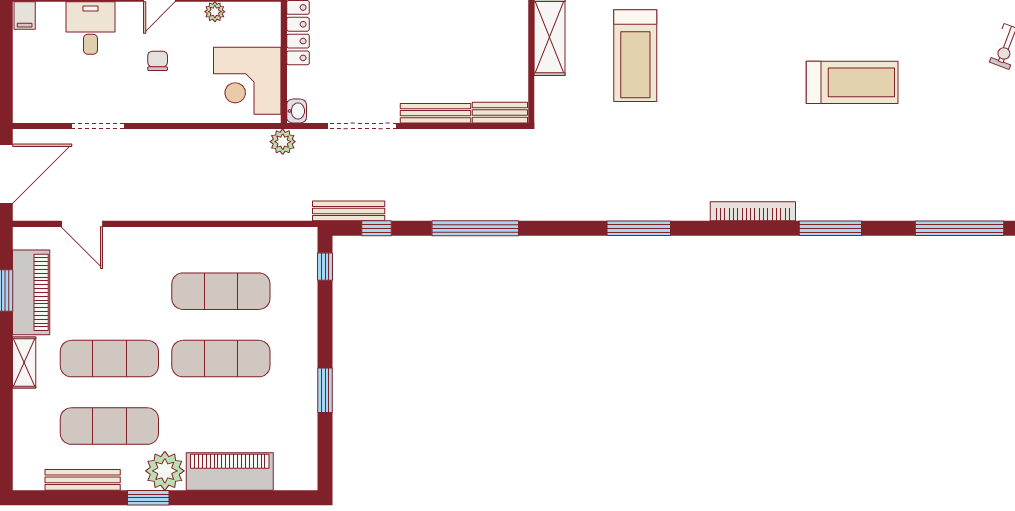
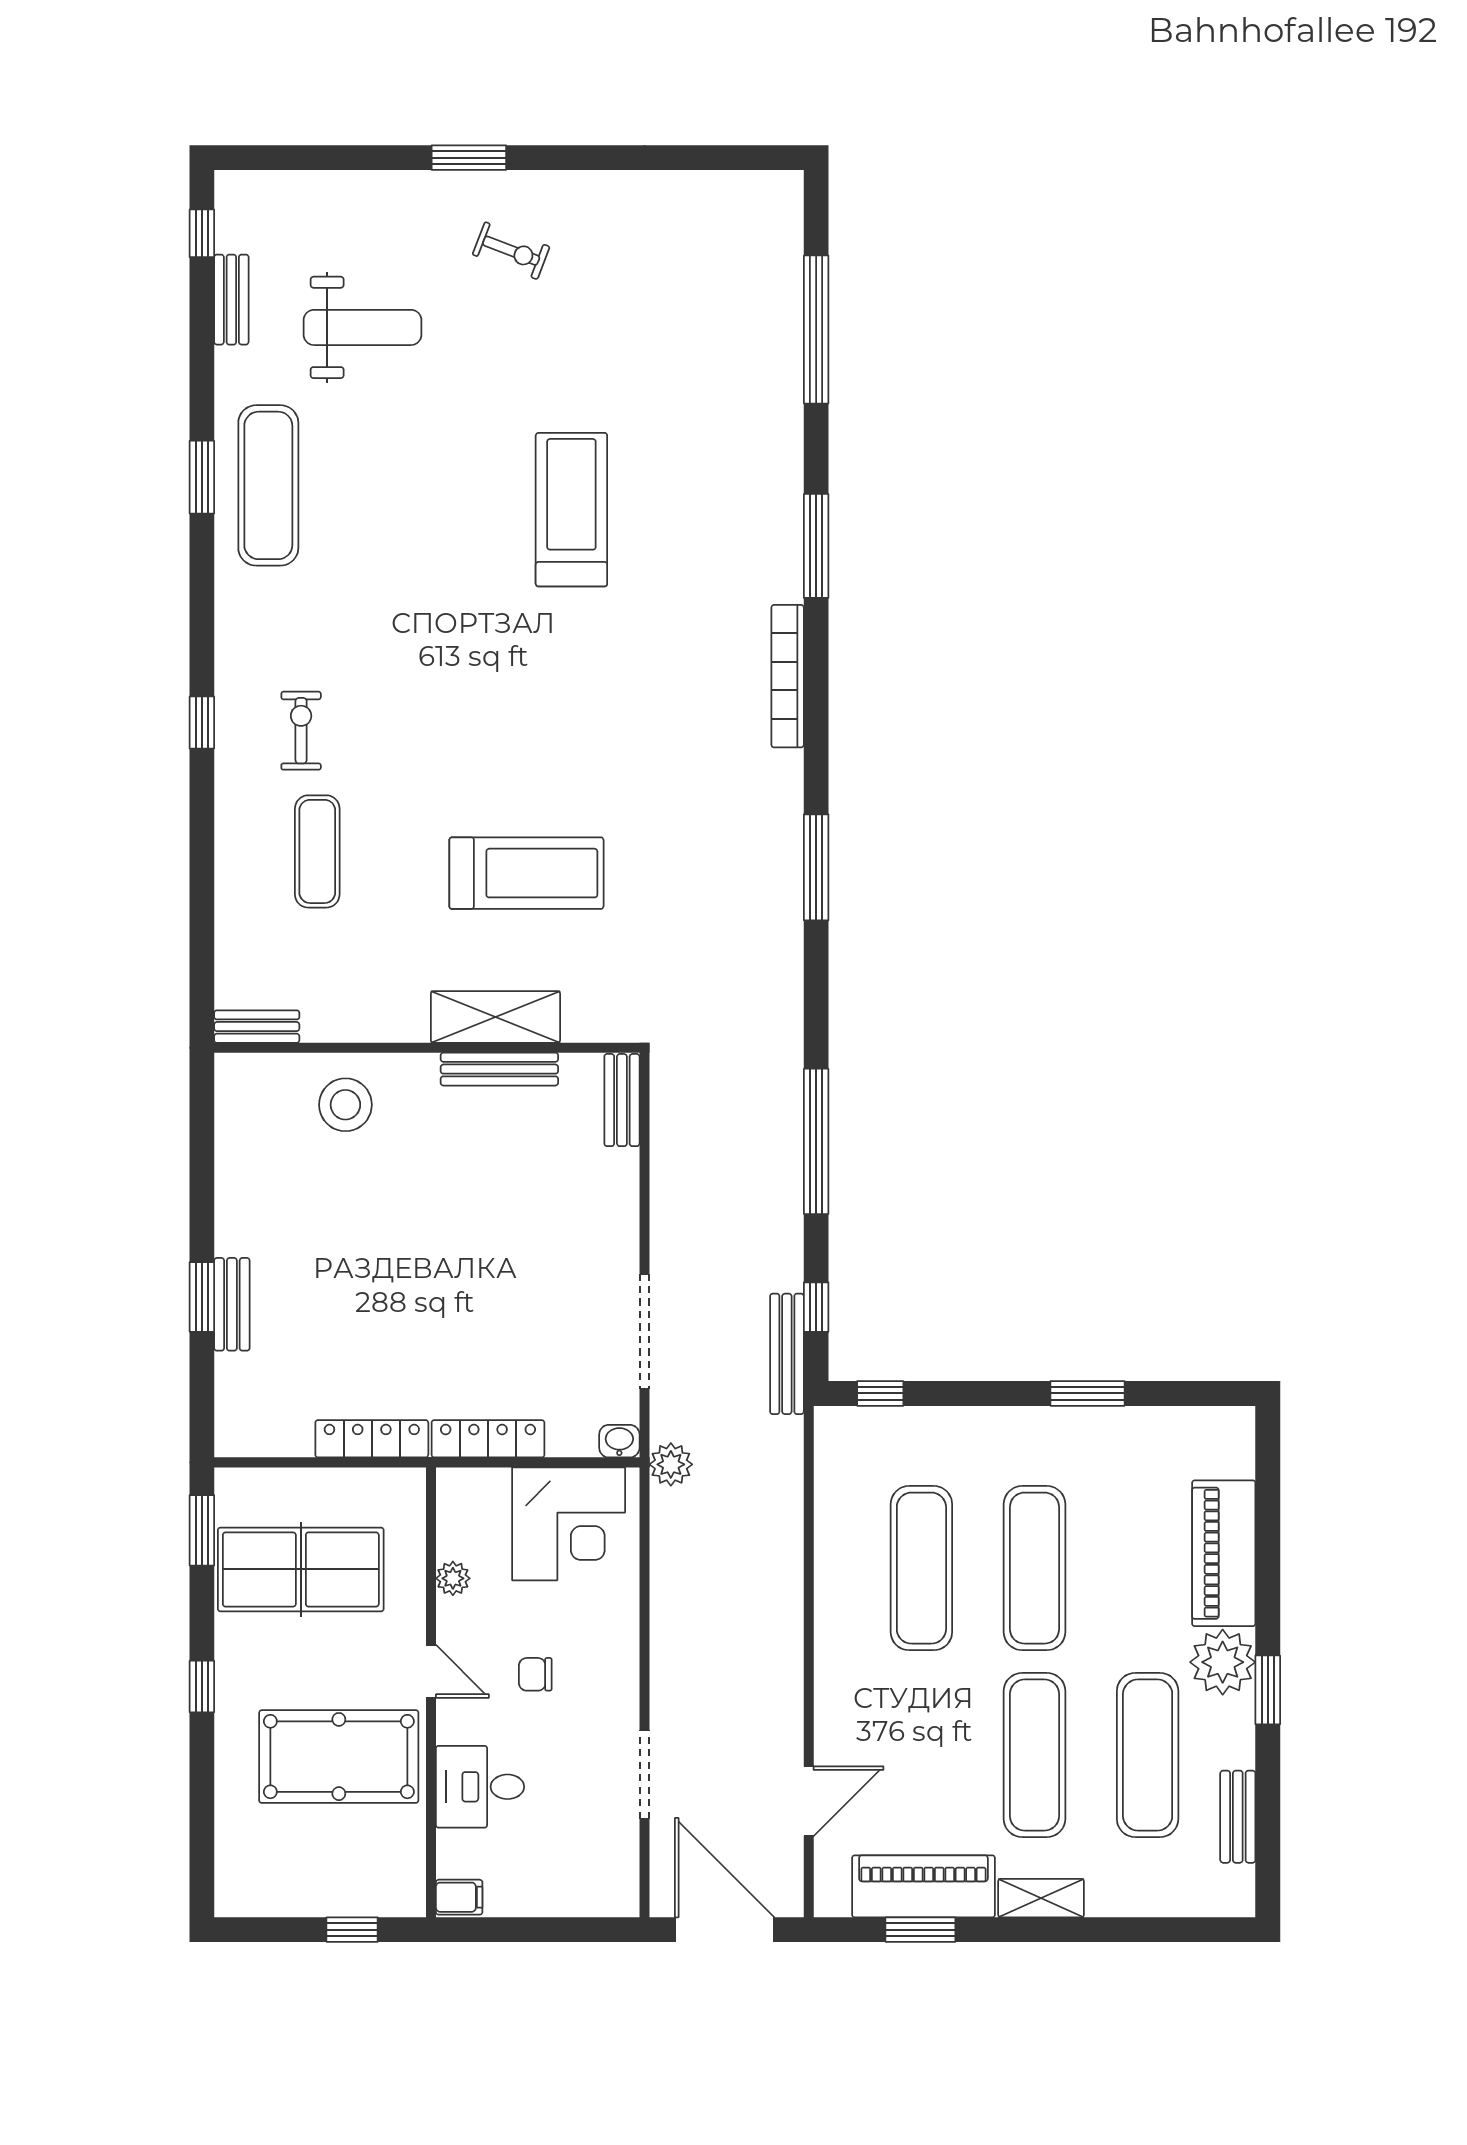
bench: (436, 113) -> (499, 1069), moved, turned 90
bench: (83, 480) -> (1238, 1817), width x0.73

